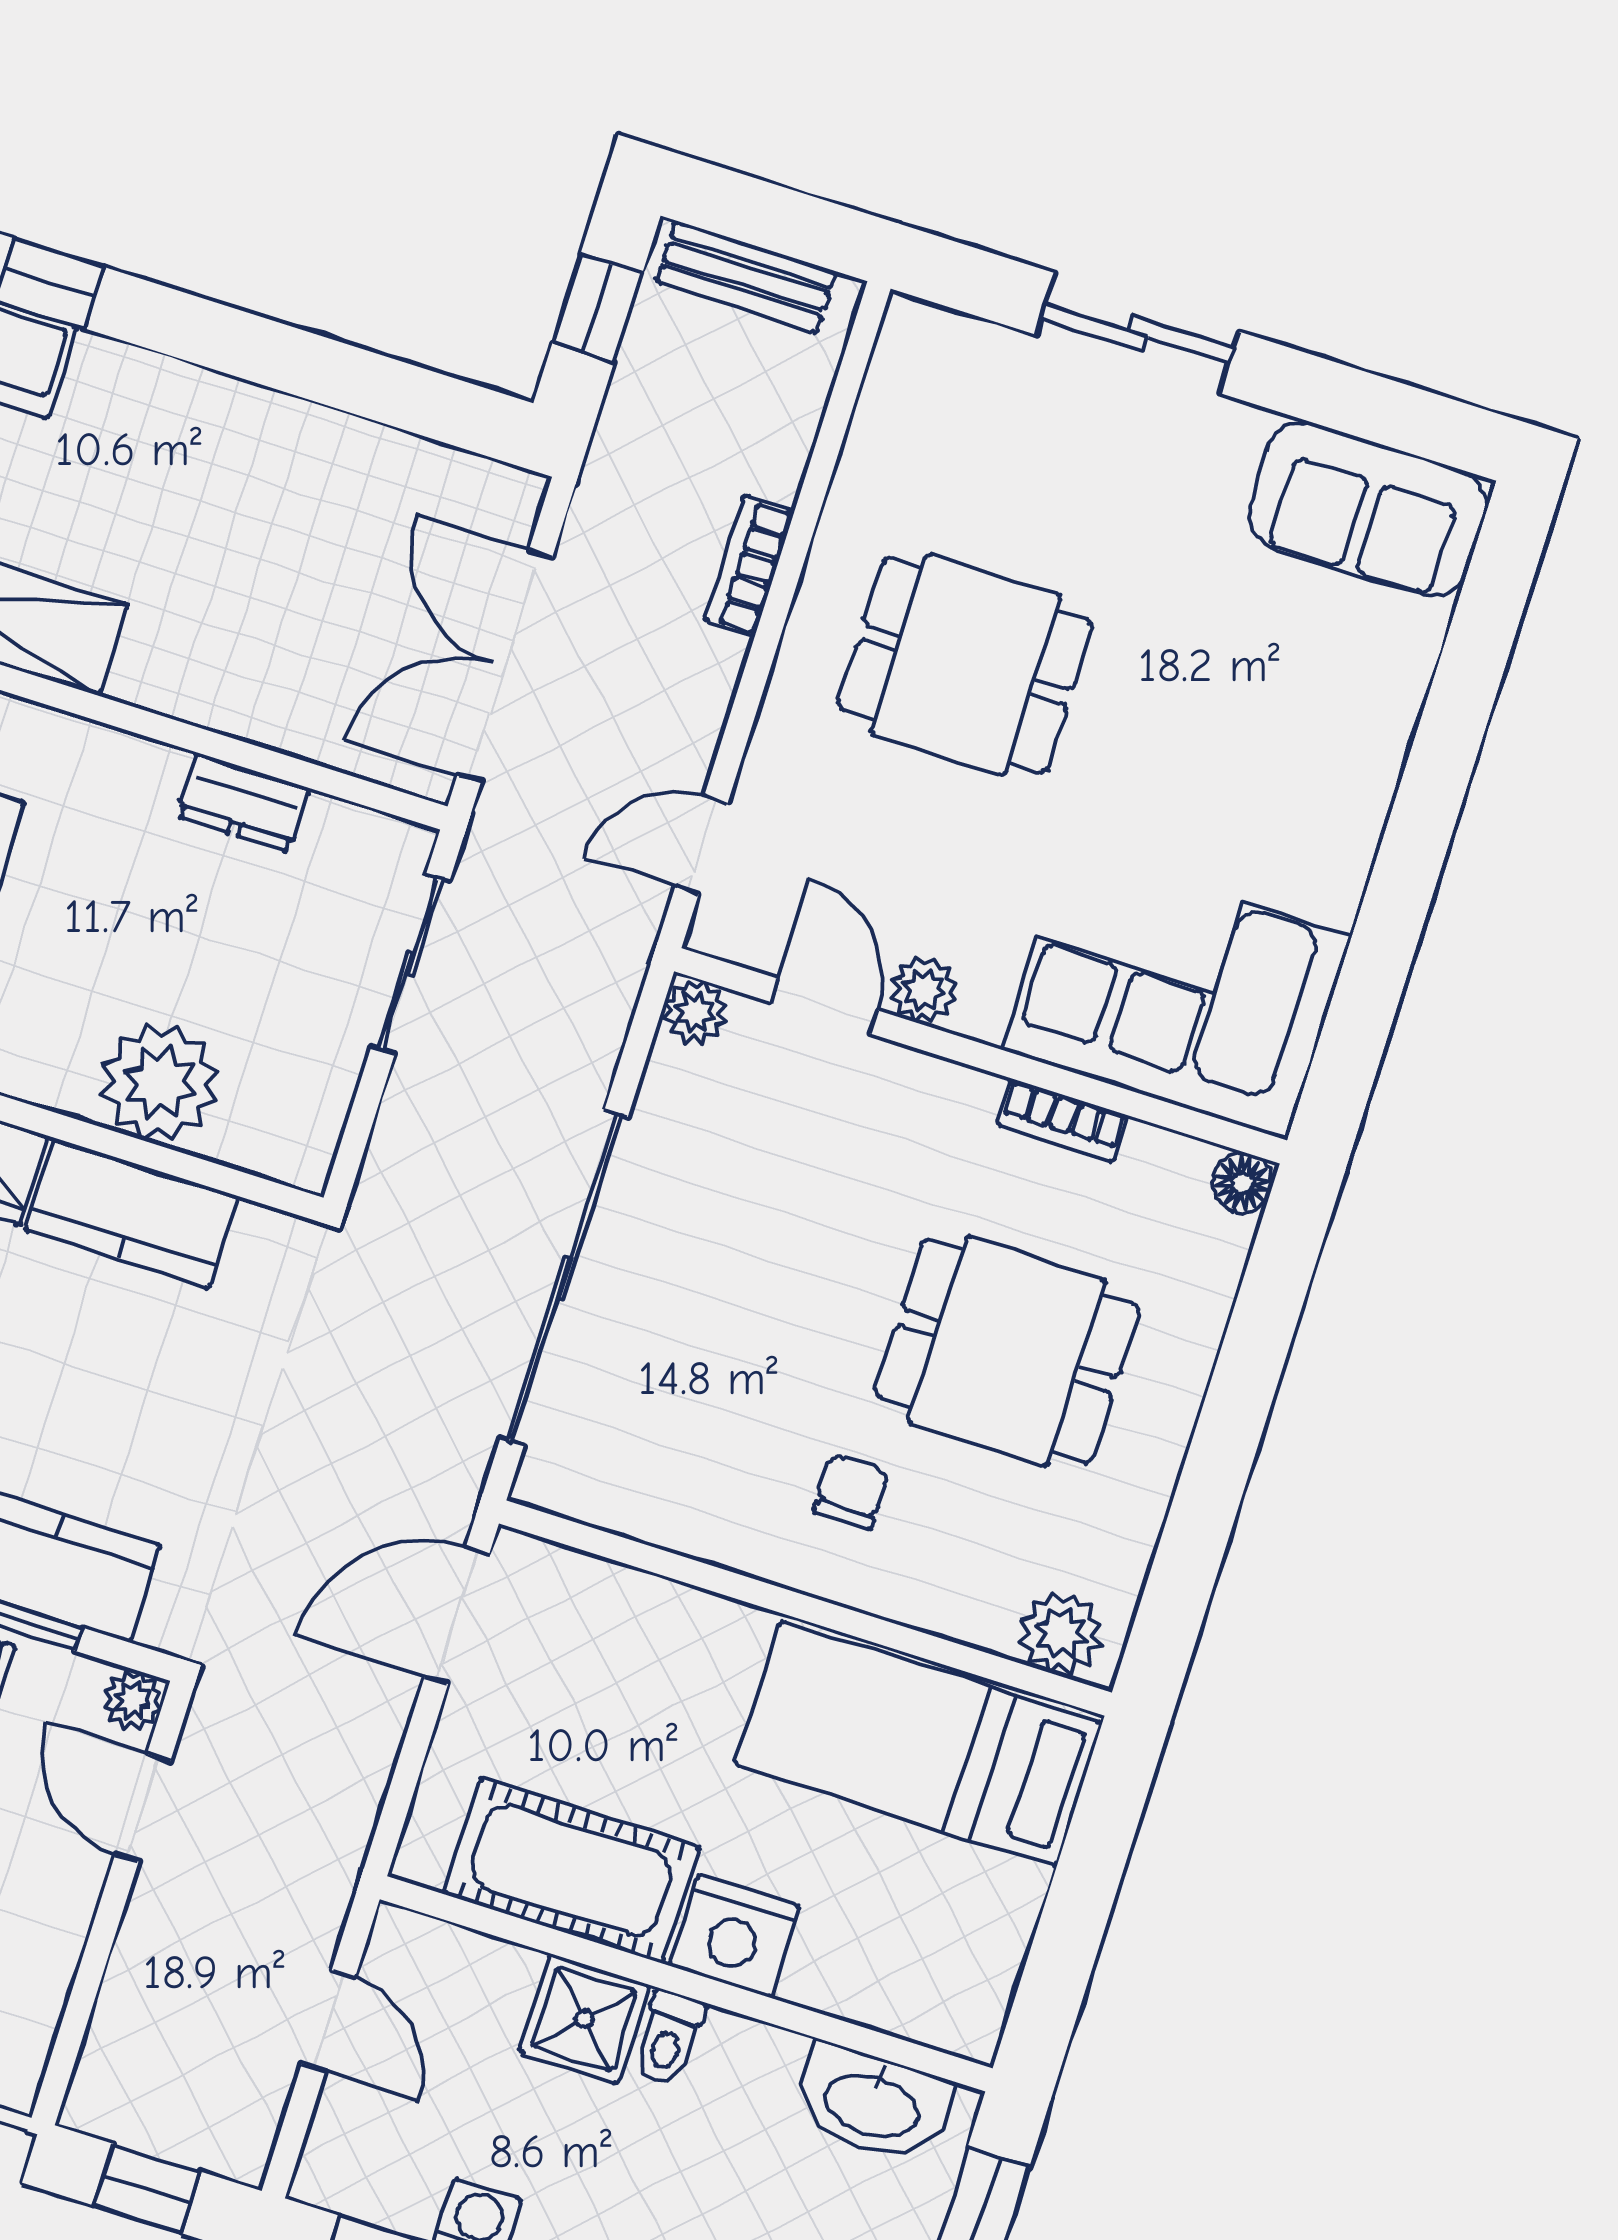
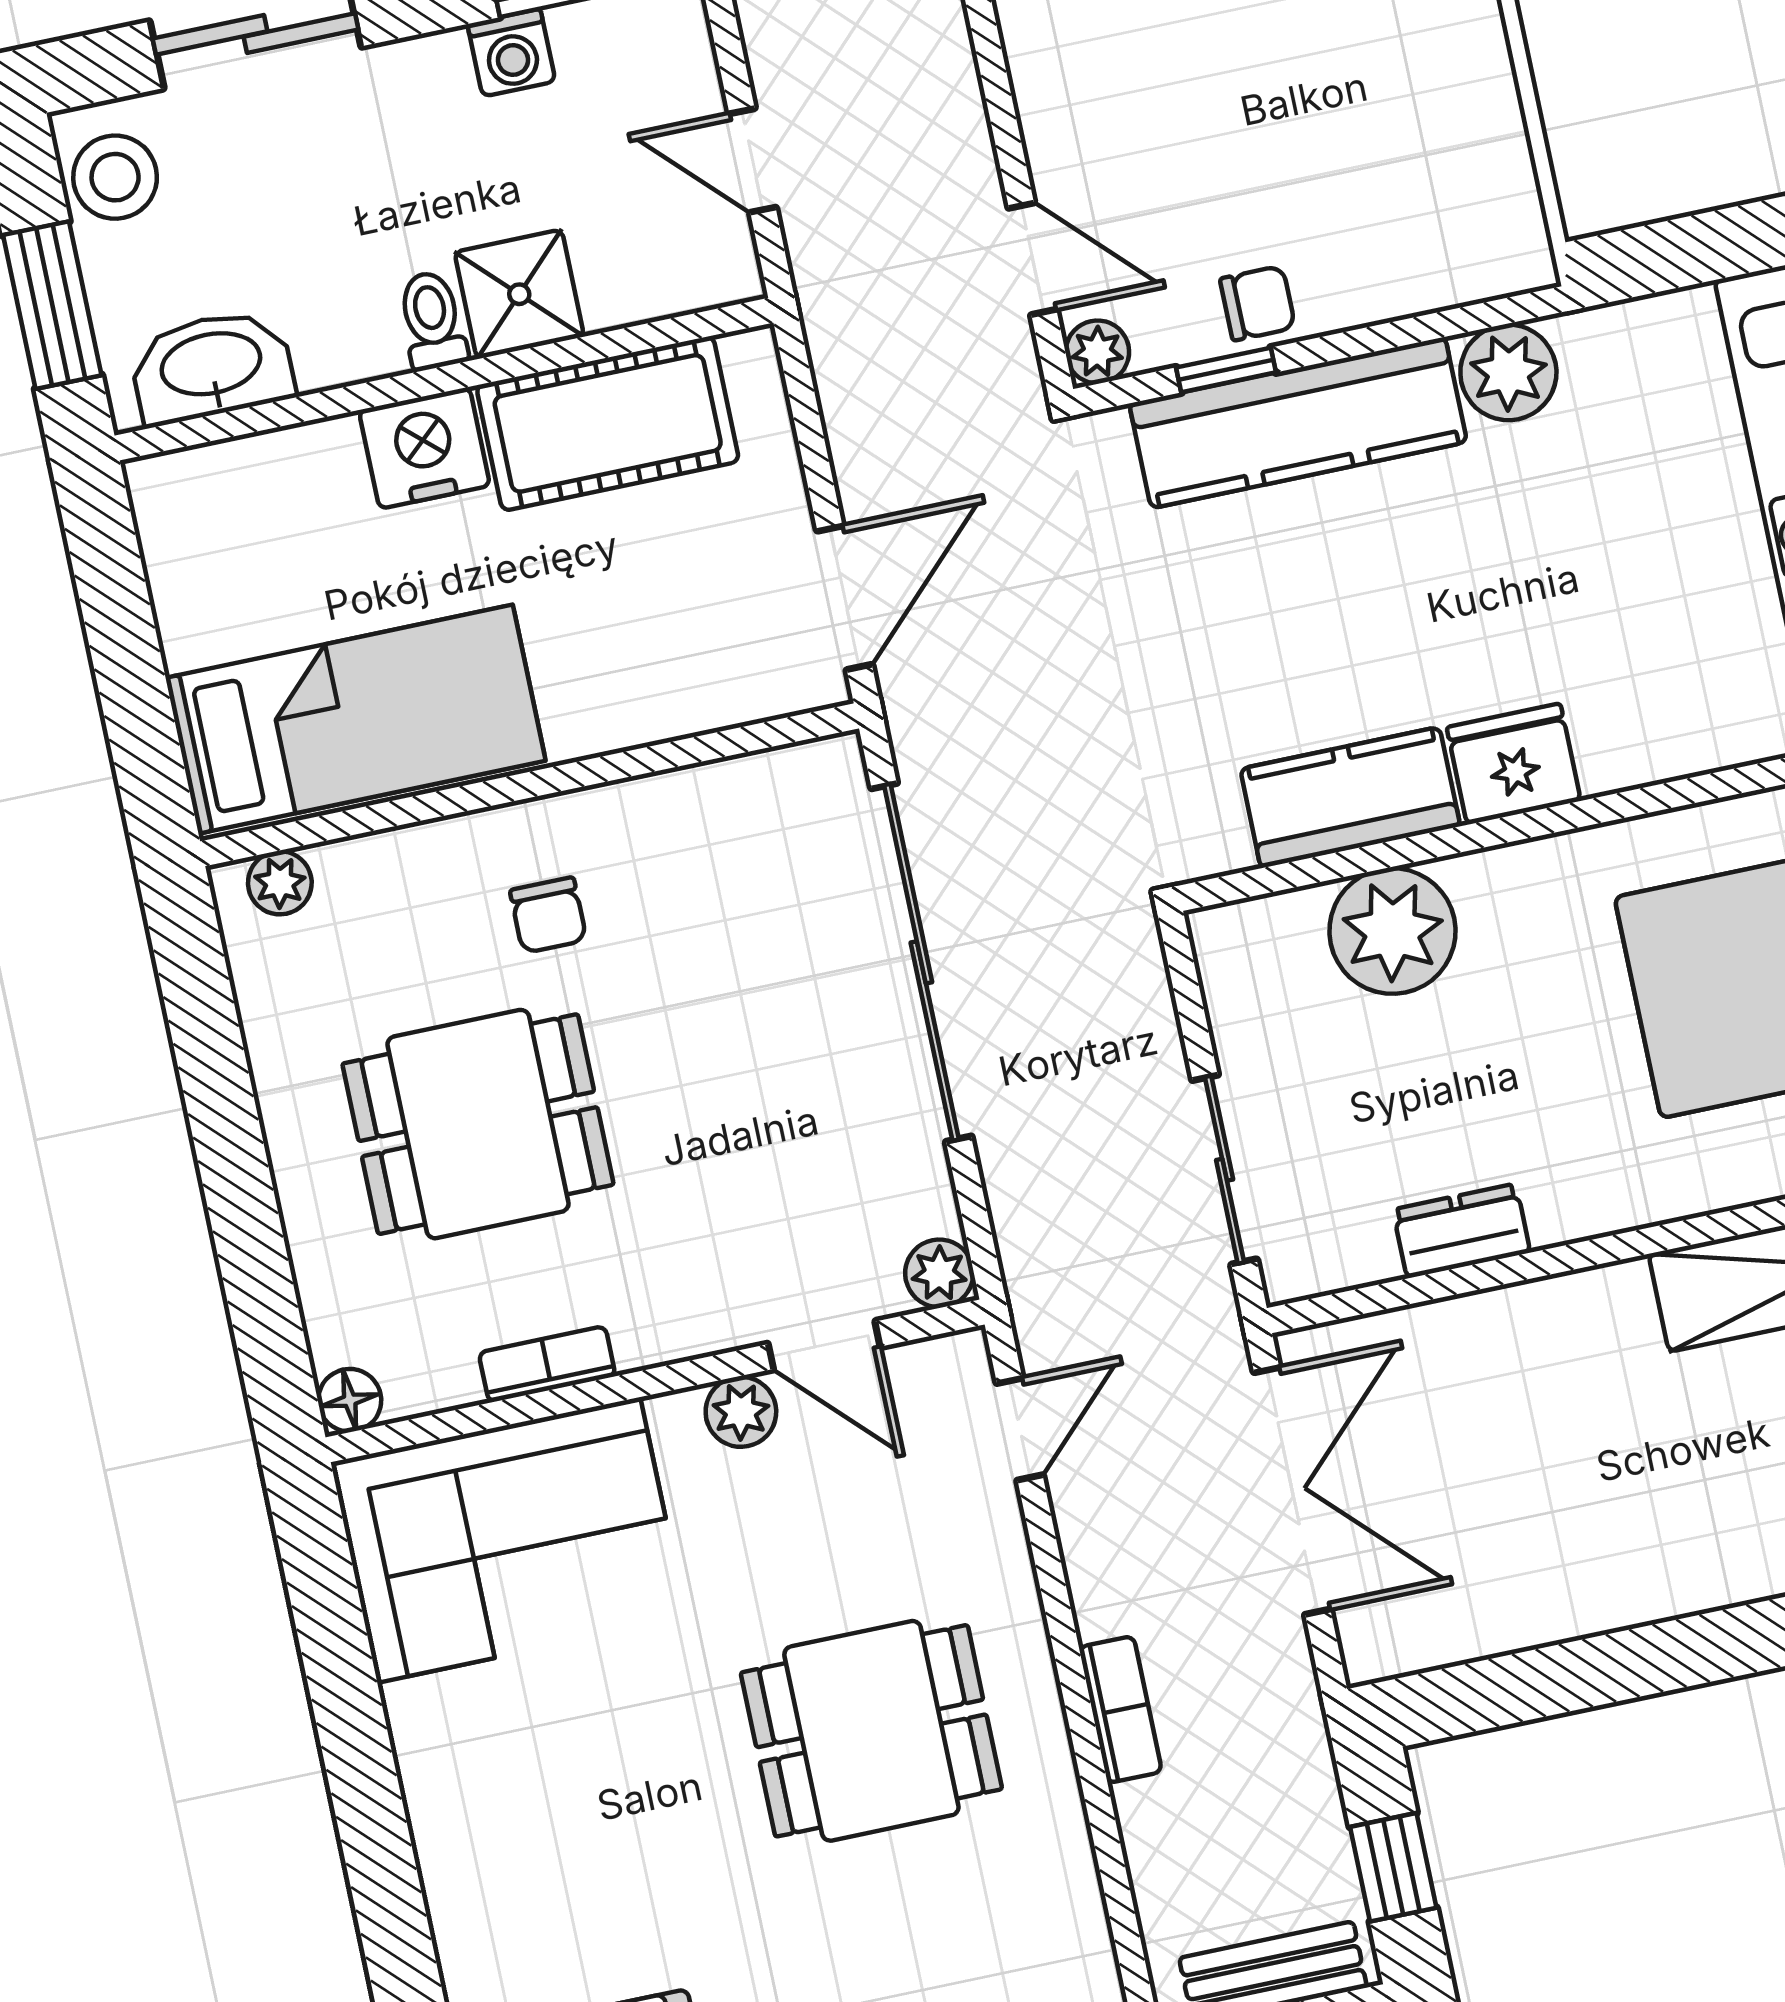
plant: (1061, 1633) -> (280, 883), width x0.73, depth x0.73

